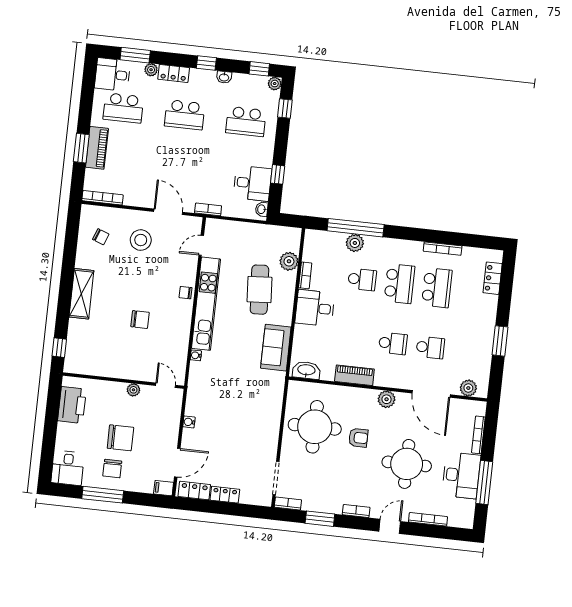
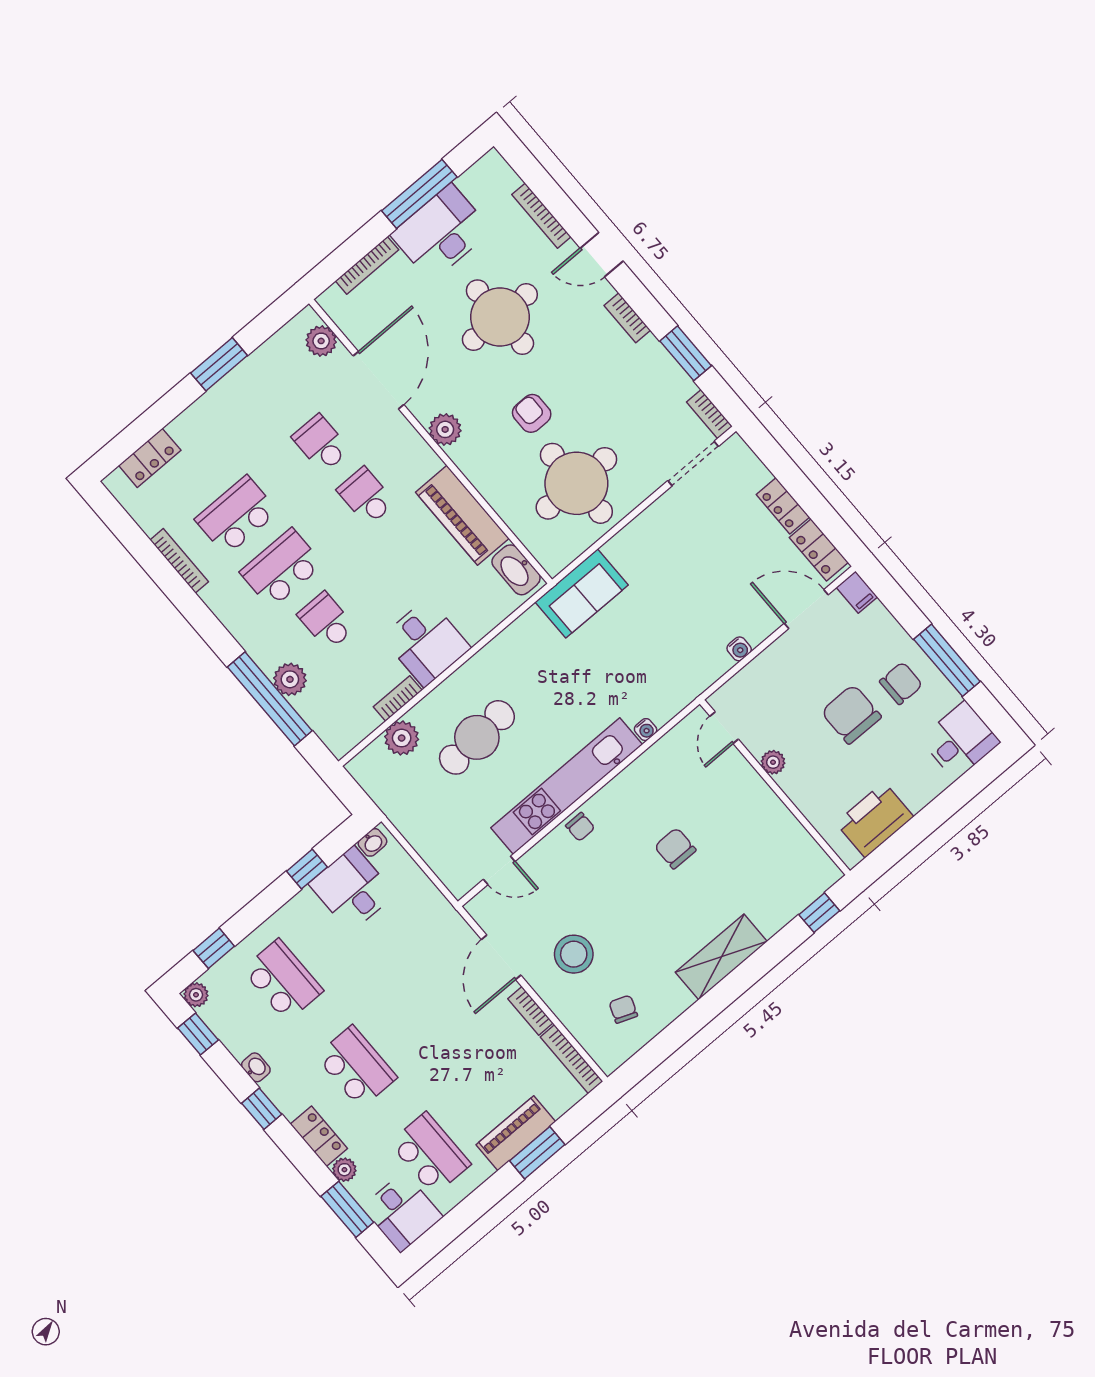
bookcase: (208, 209) -> (530, 1011), moved
sofa: (276, 348) -> (582, 594), moved
piano: (354, 375) -> (462, 515), width x1.37, depth x1.33

